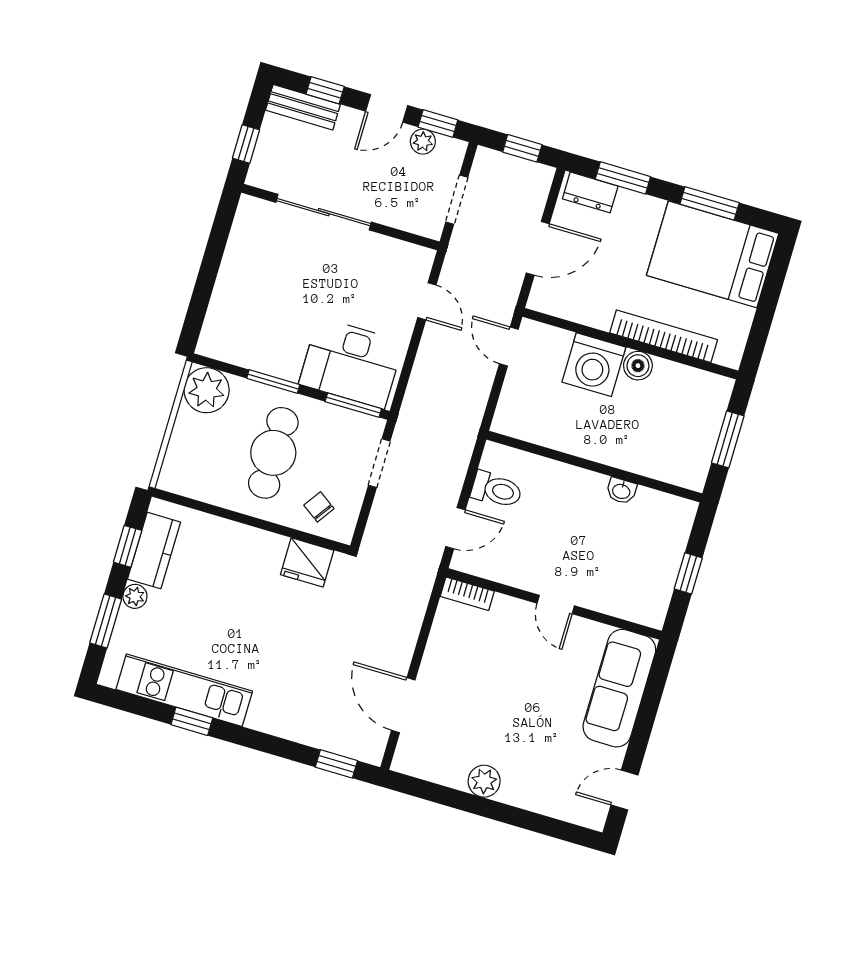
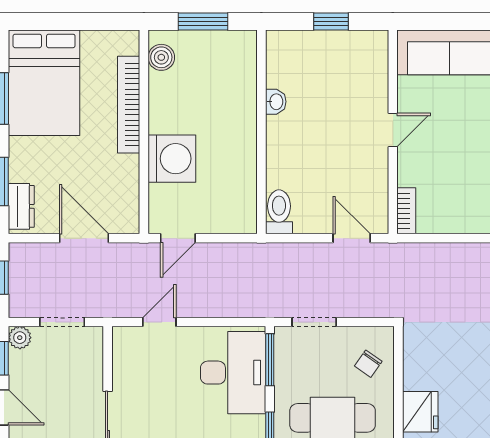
plant: (423, 142) -> (20, 338), moved
boiler: (638, 366) -> (161, 57), moved
toilet: (497, 490) -> (279, 212), moved
fridge: (307, 562) -> (420, 412), moved

